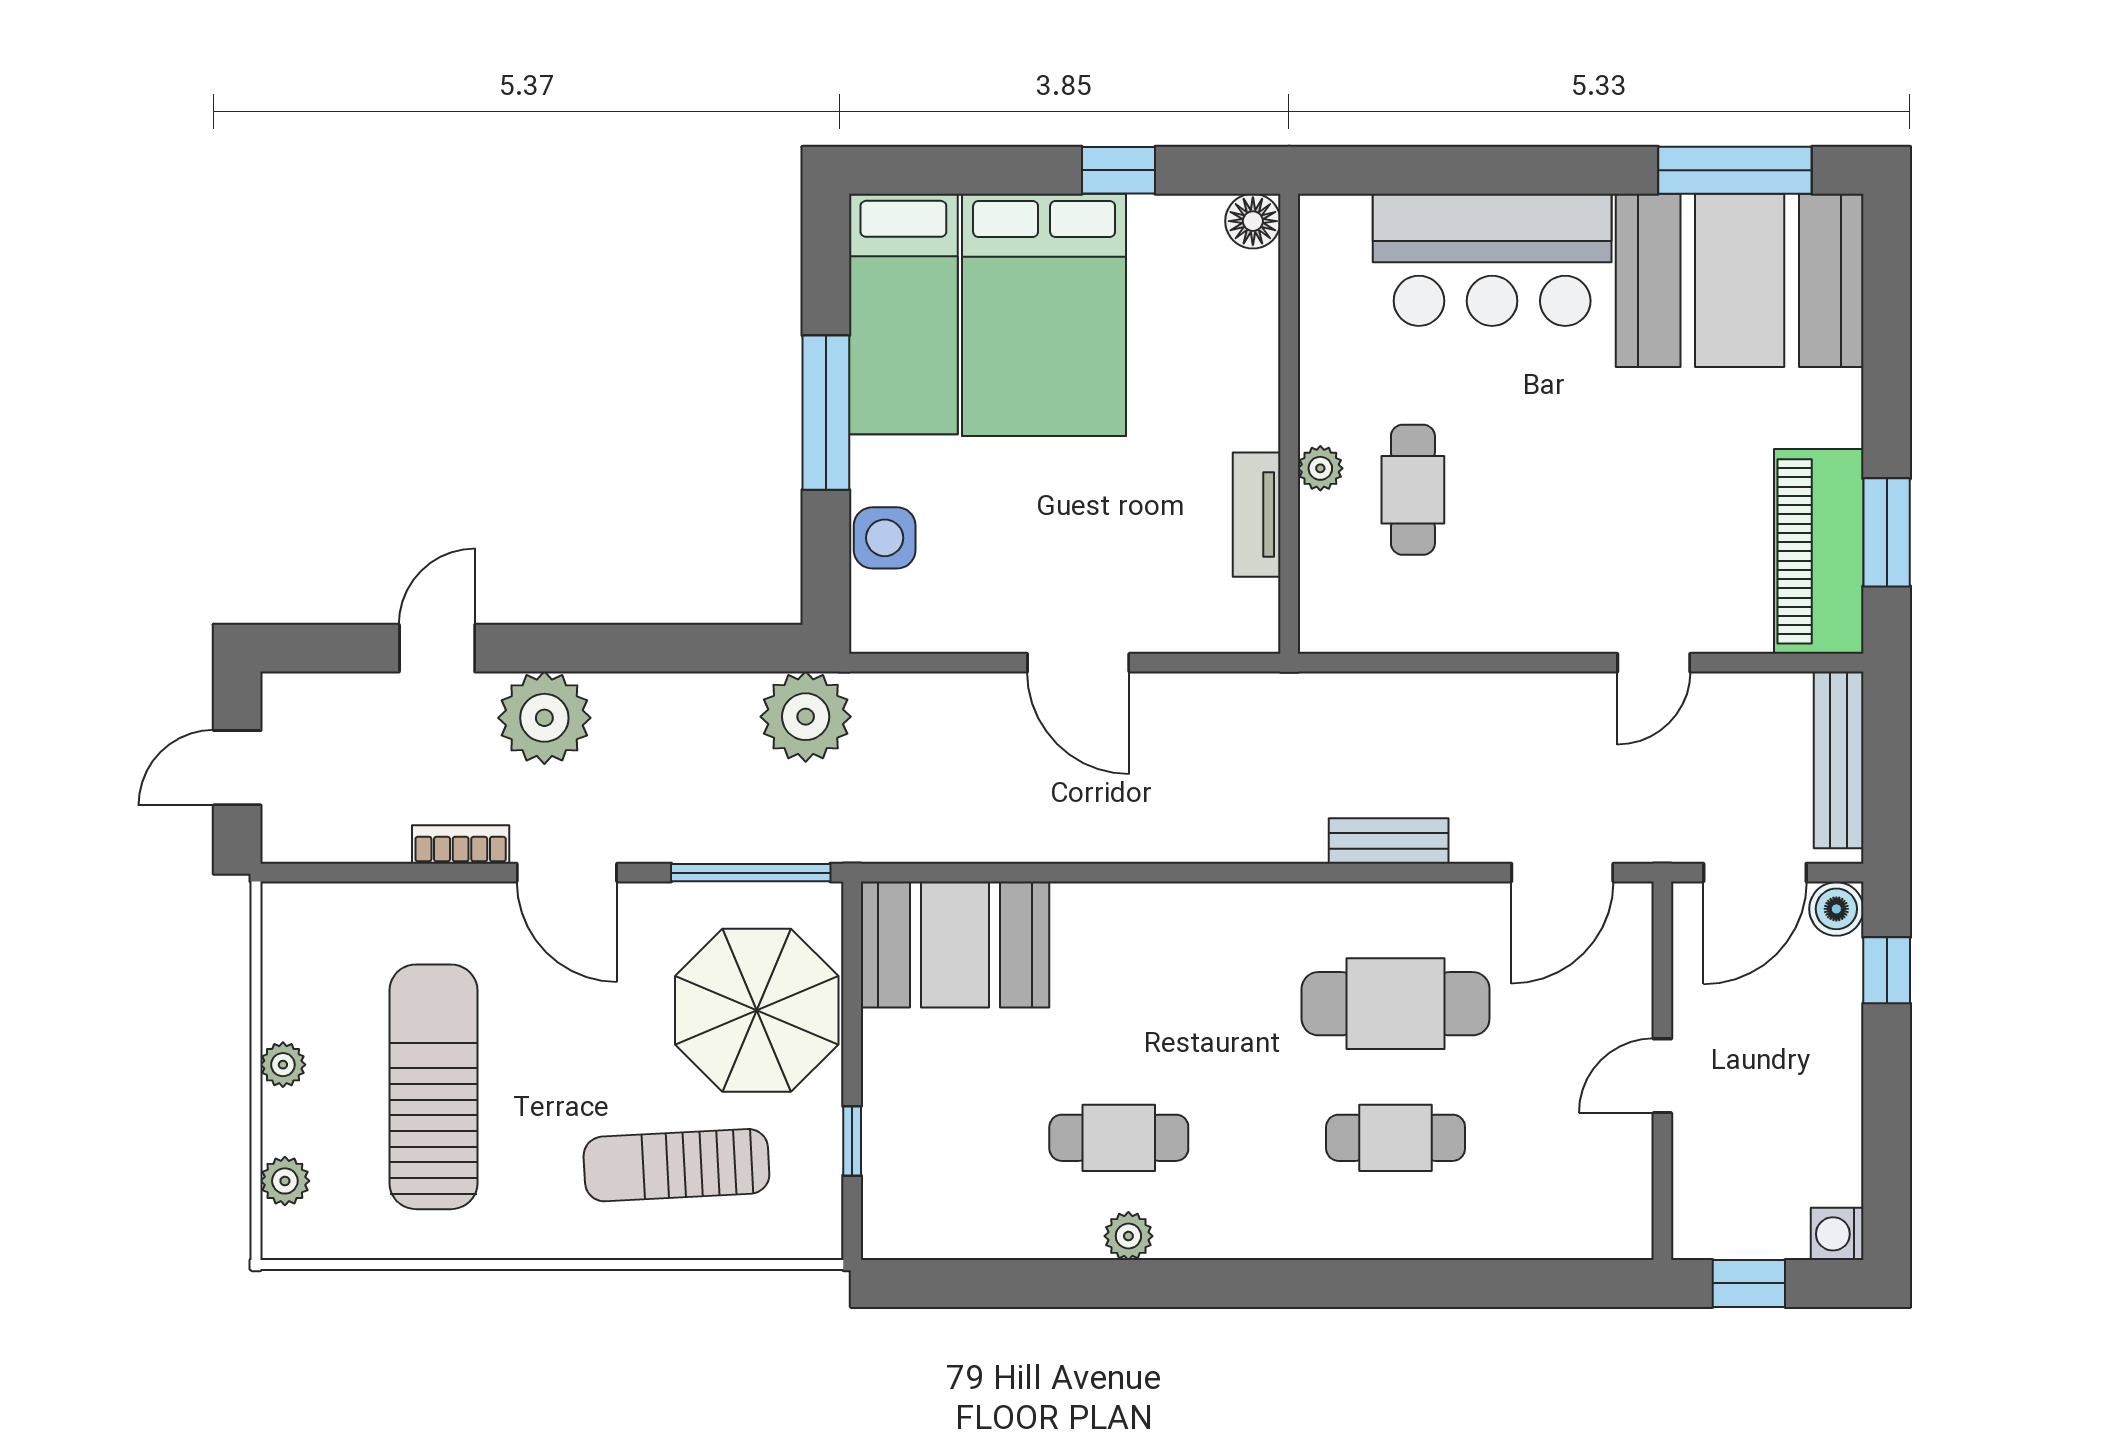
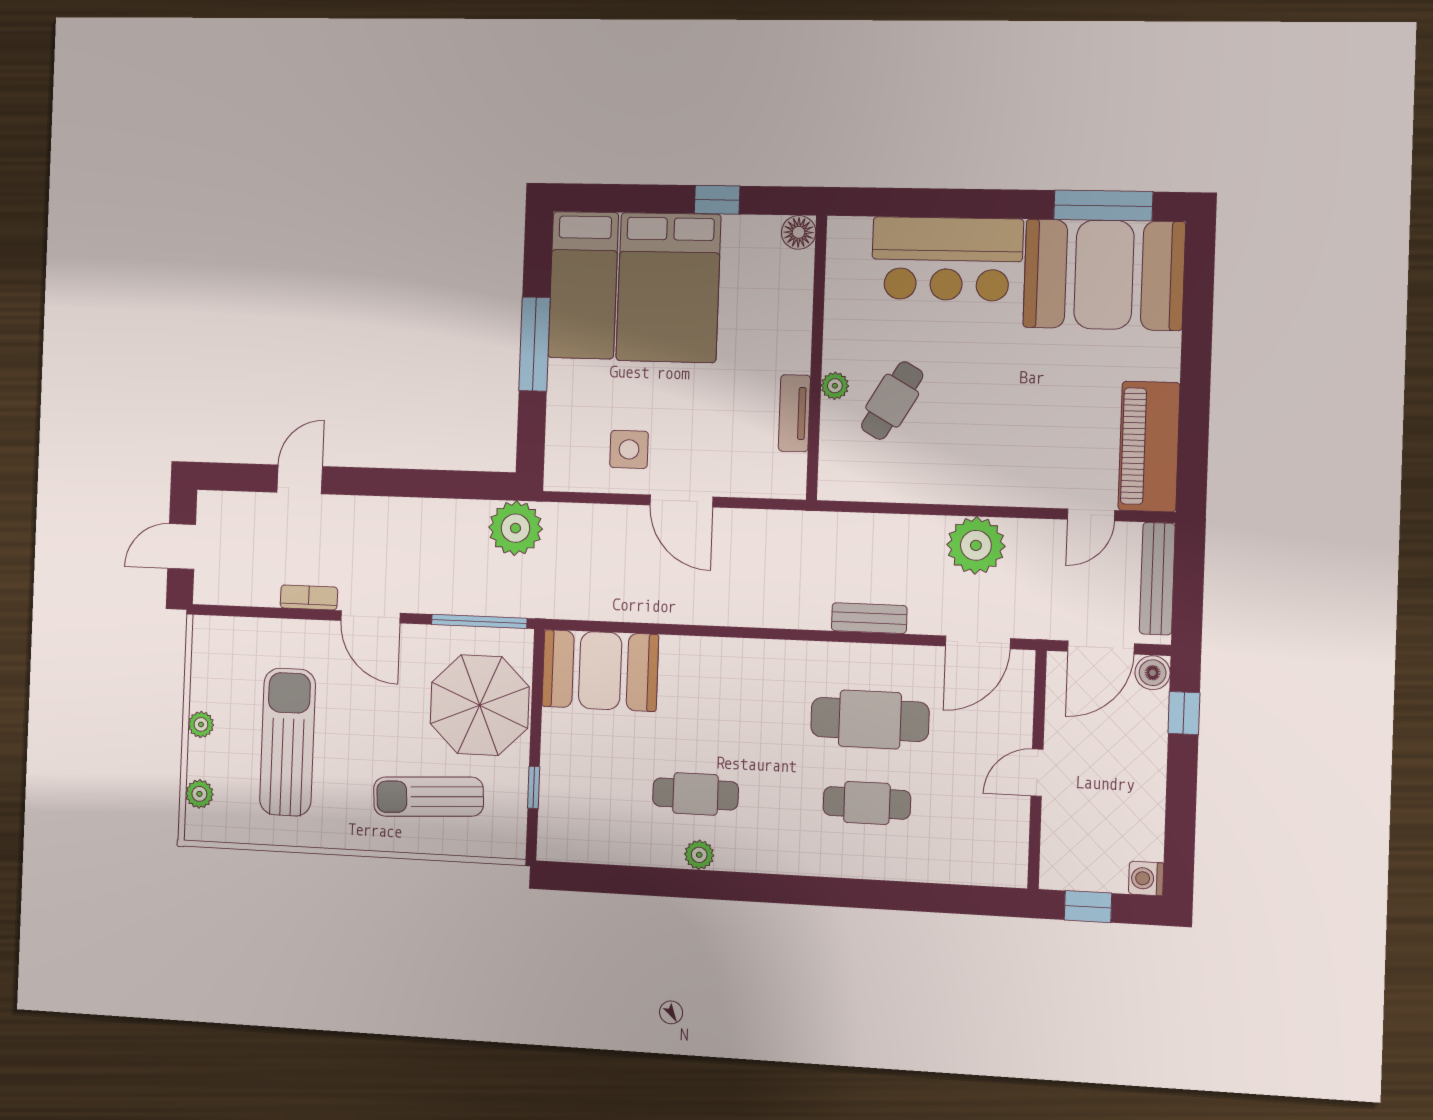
cafe table: (1413, 490) -> (892, 401), turned 30
window: (1887, 532) -> (1193, 436), removed
side table: (885, 538) -> (629, 449), moved
door: (1654, 663) -> (1091, 515), moved
plant: (544, 718) -> (976, 545), moved

